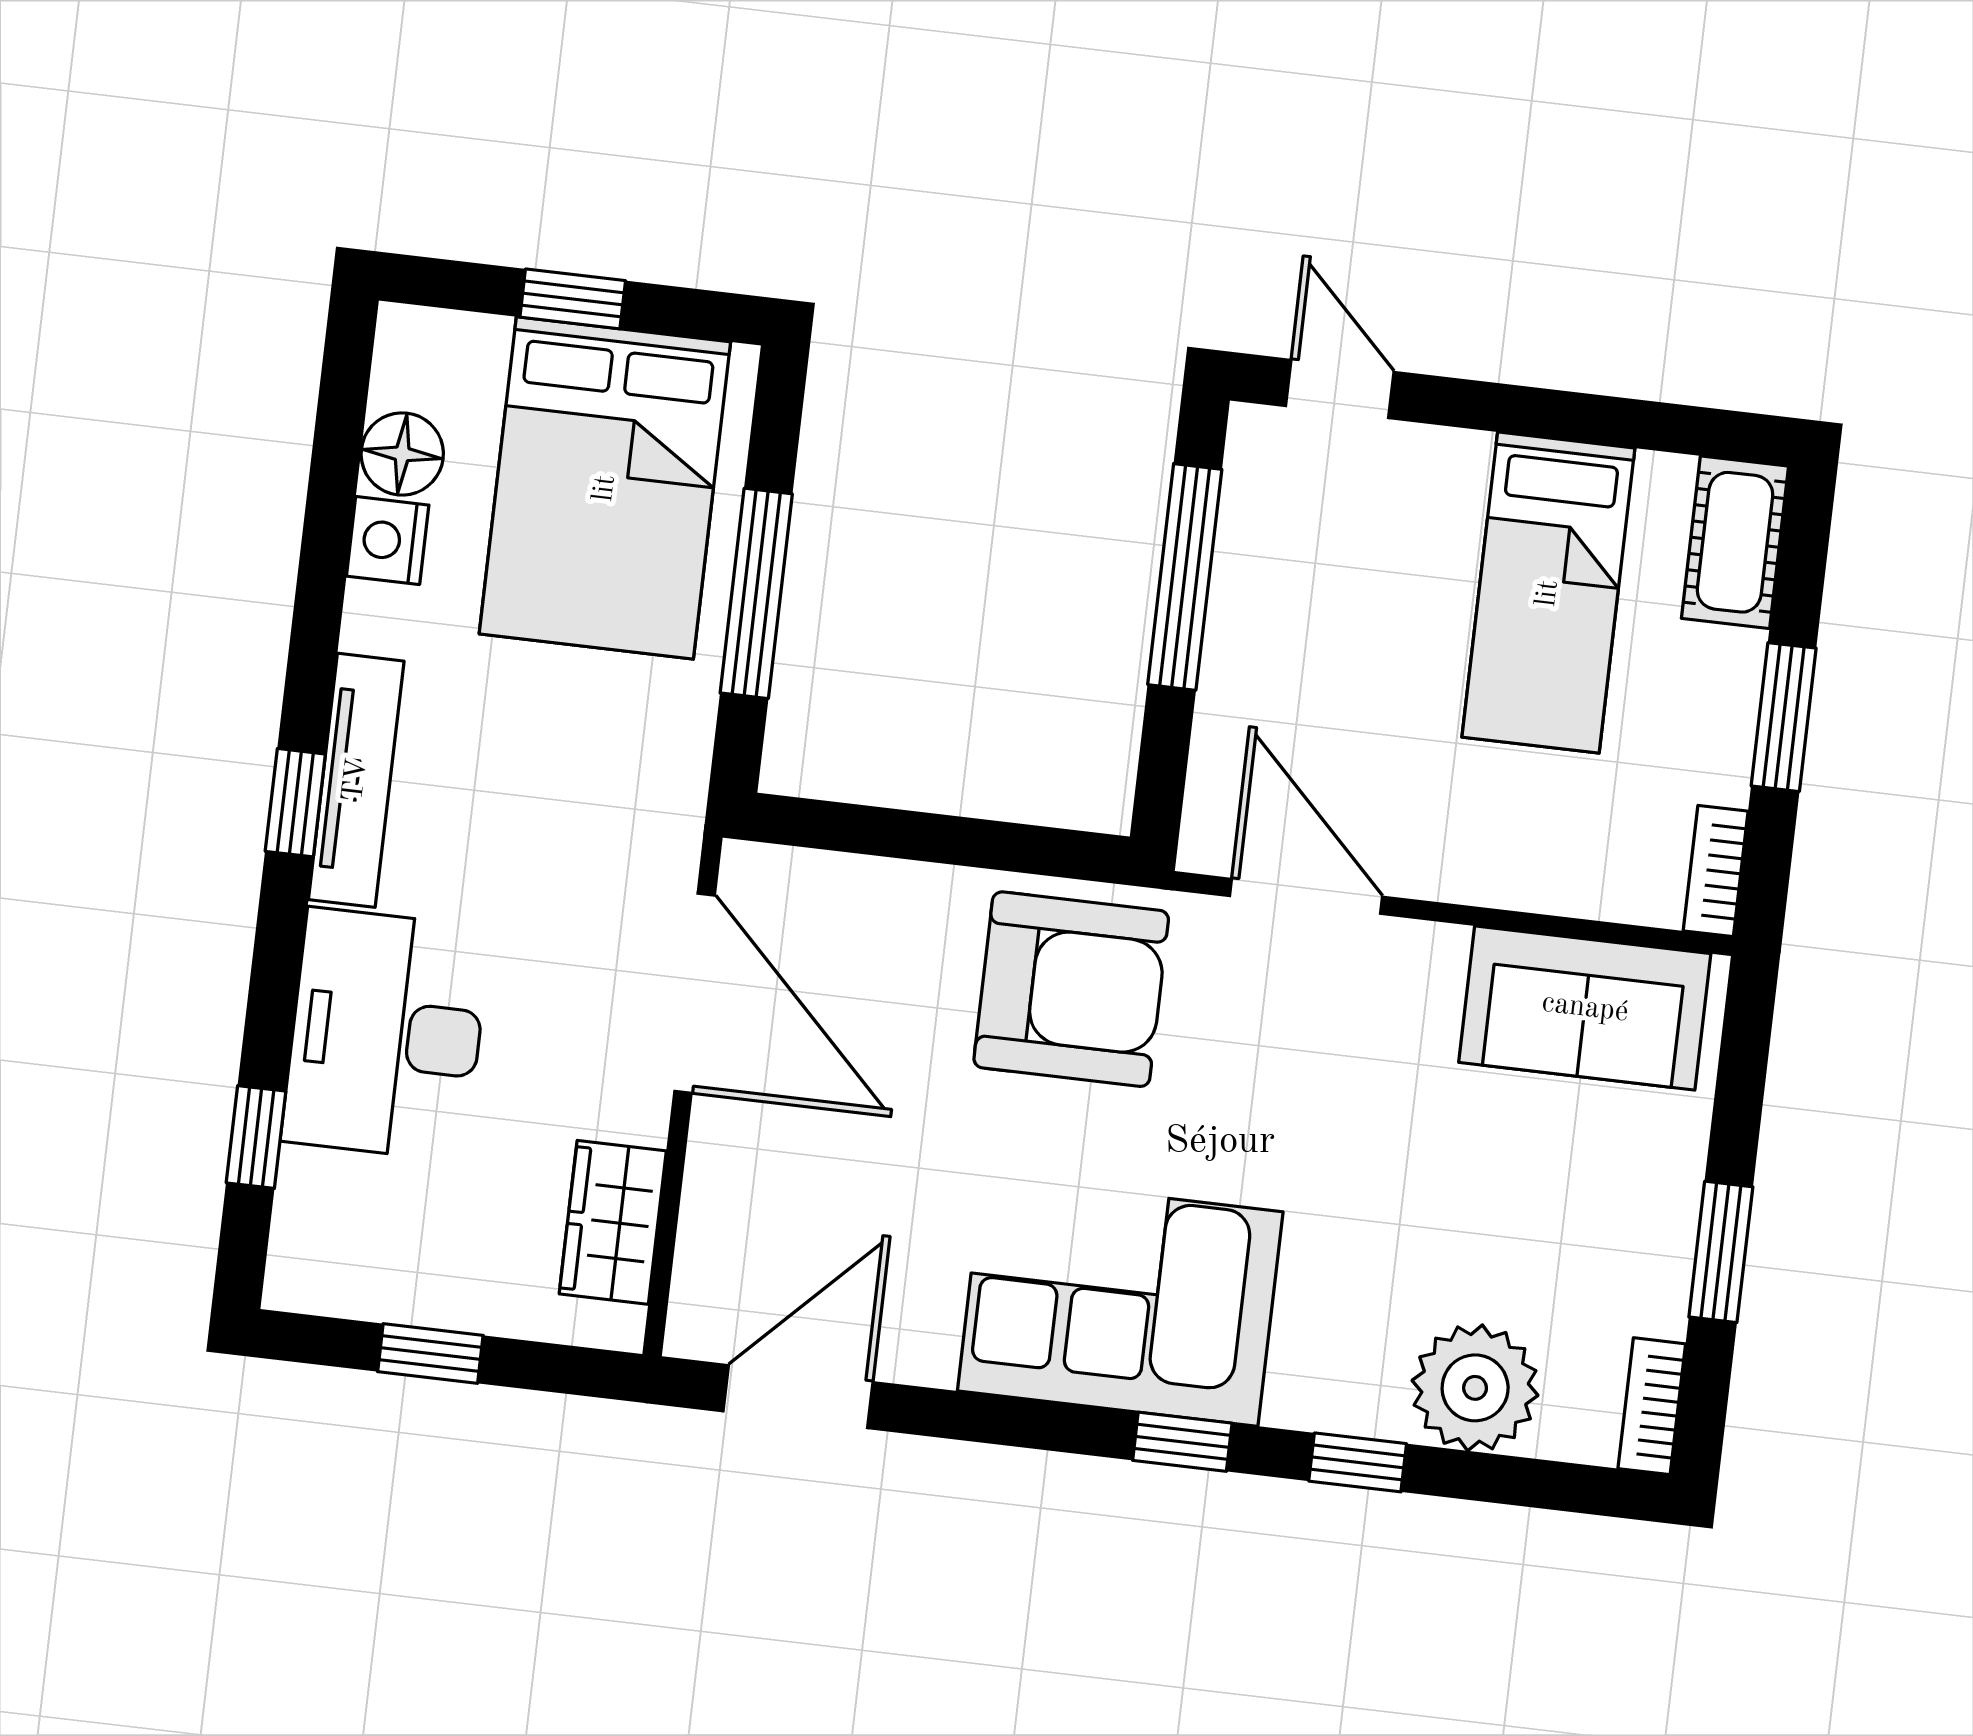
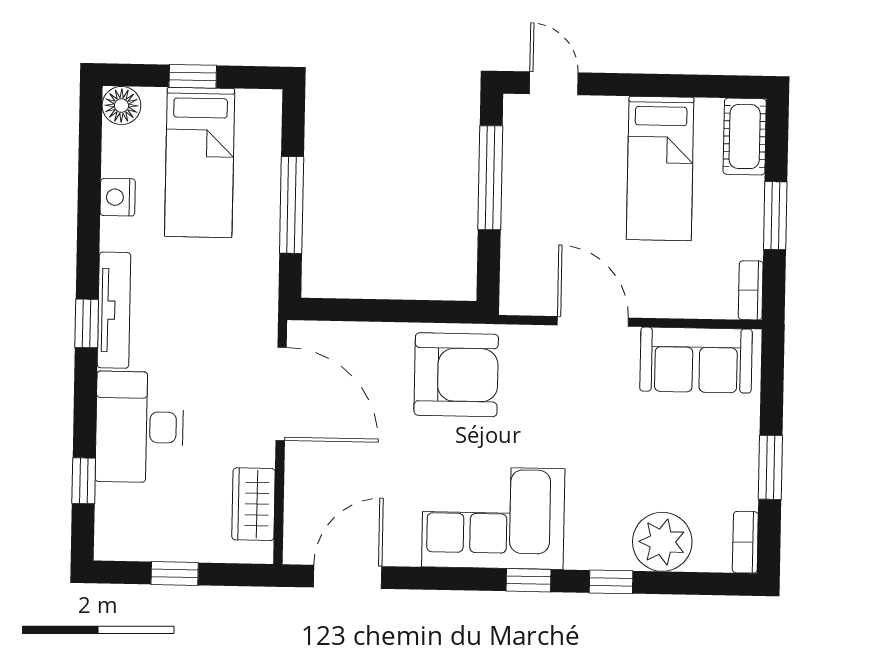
floor lamp: (402, 454) -> (121, 106), moved
bed: (605, 488) -> (200, 162), width x0.67
door: (1306, 896) -> (593, 321), moved

